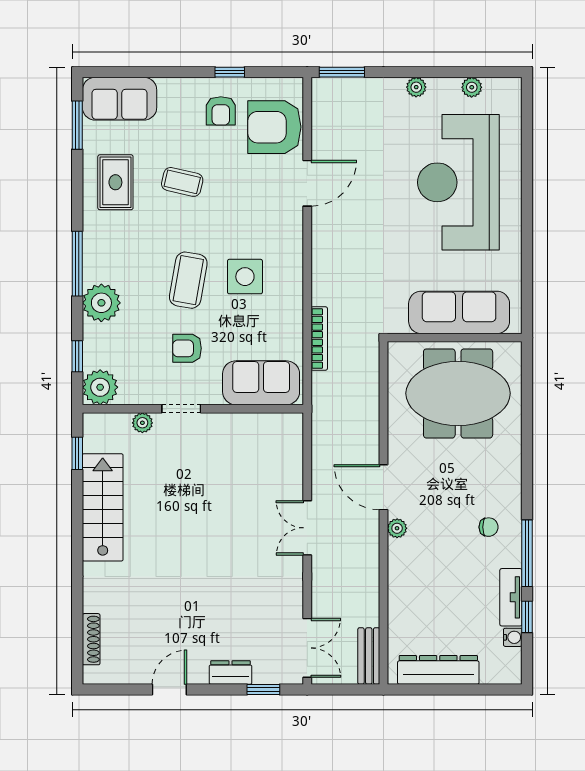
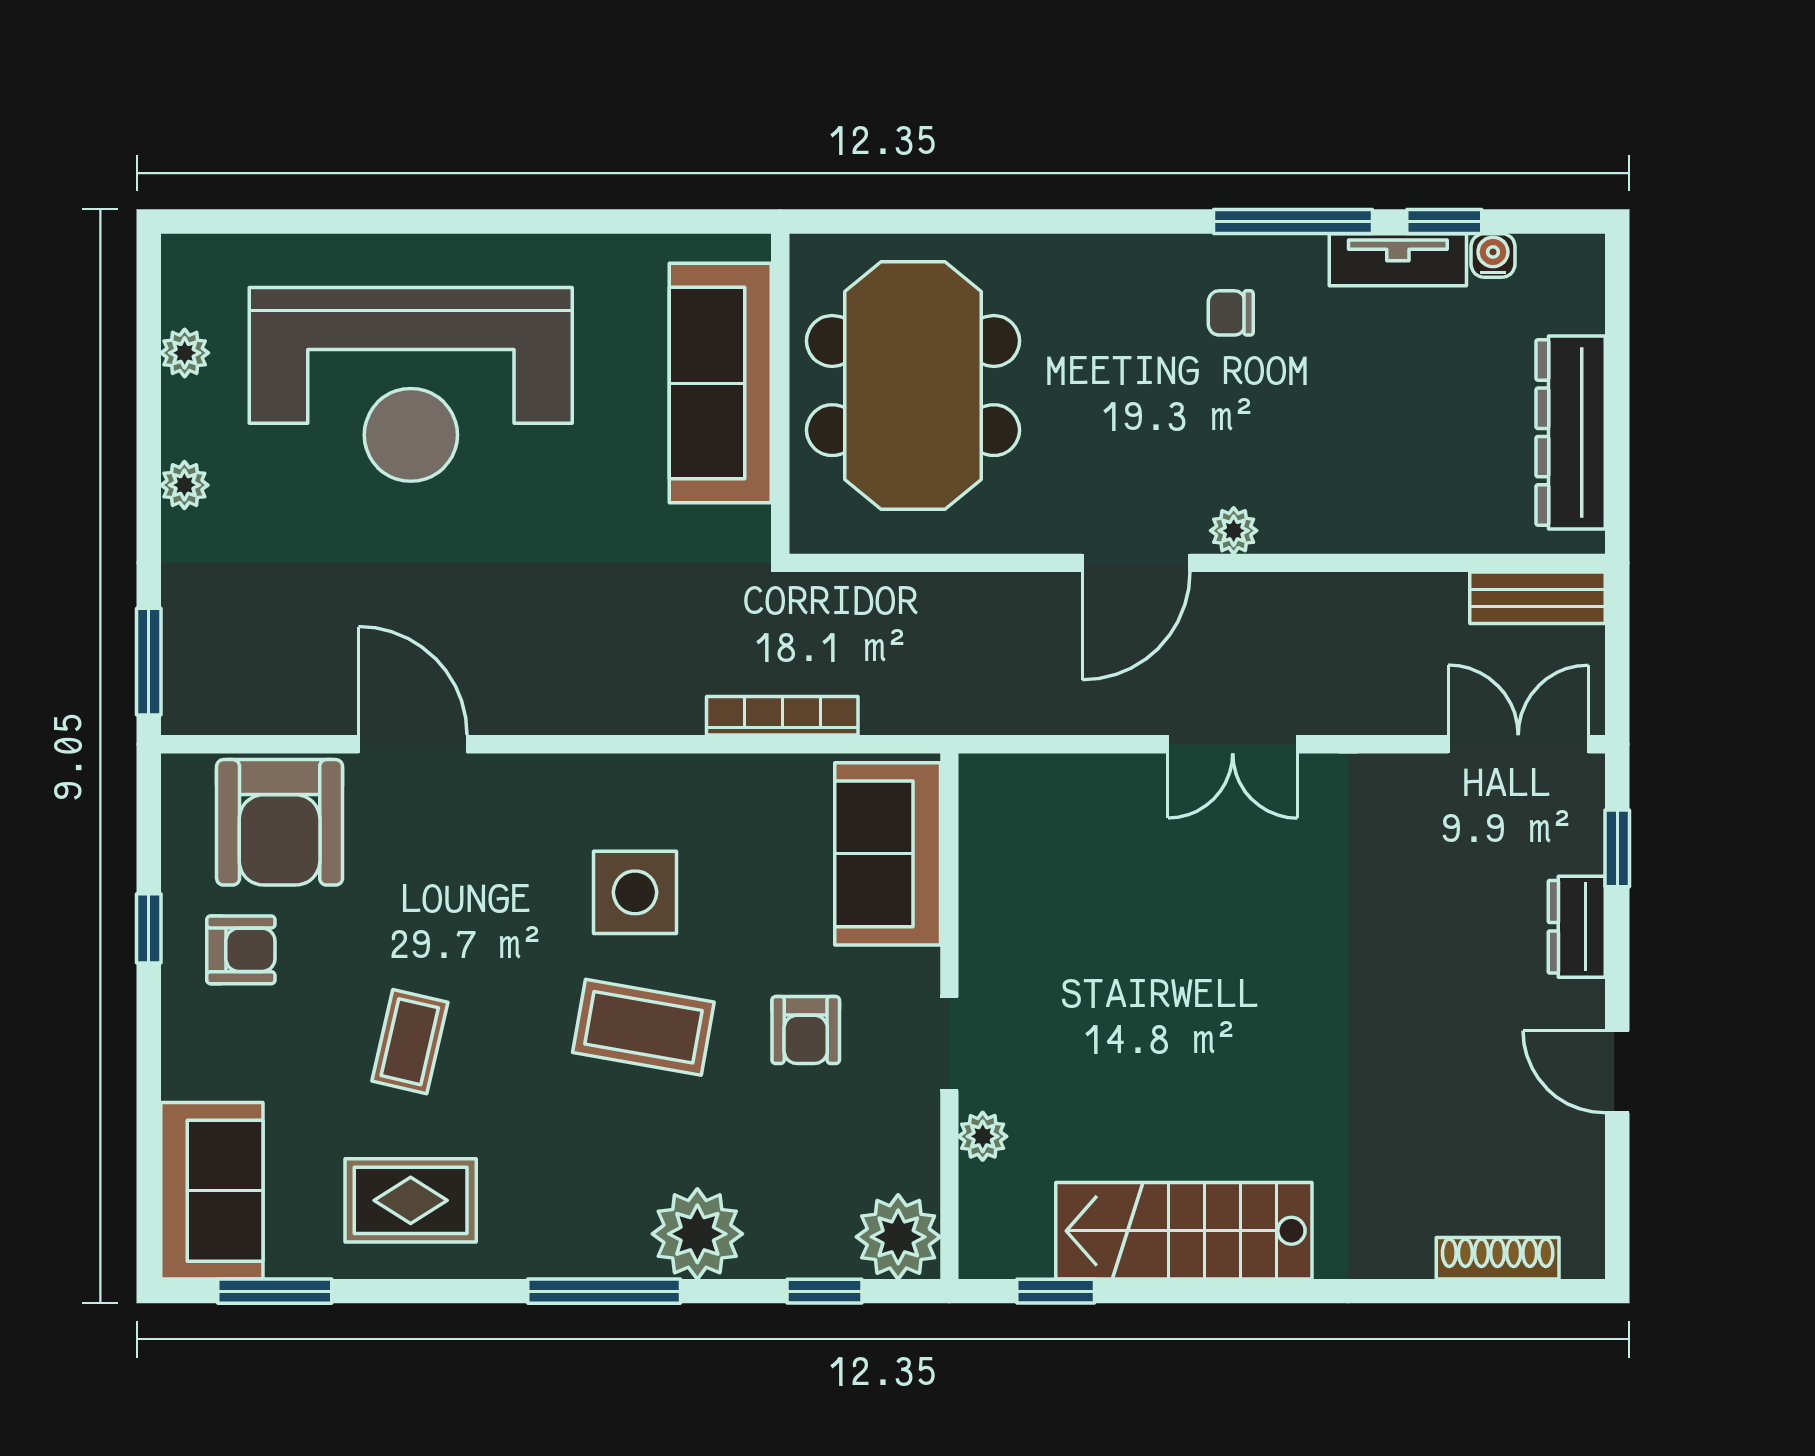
chair: (489, 527) -> (1231, 313), turned -90

